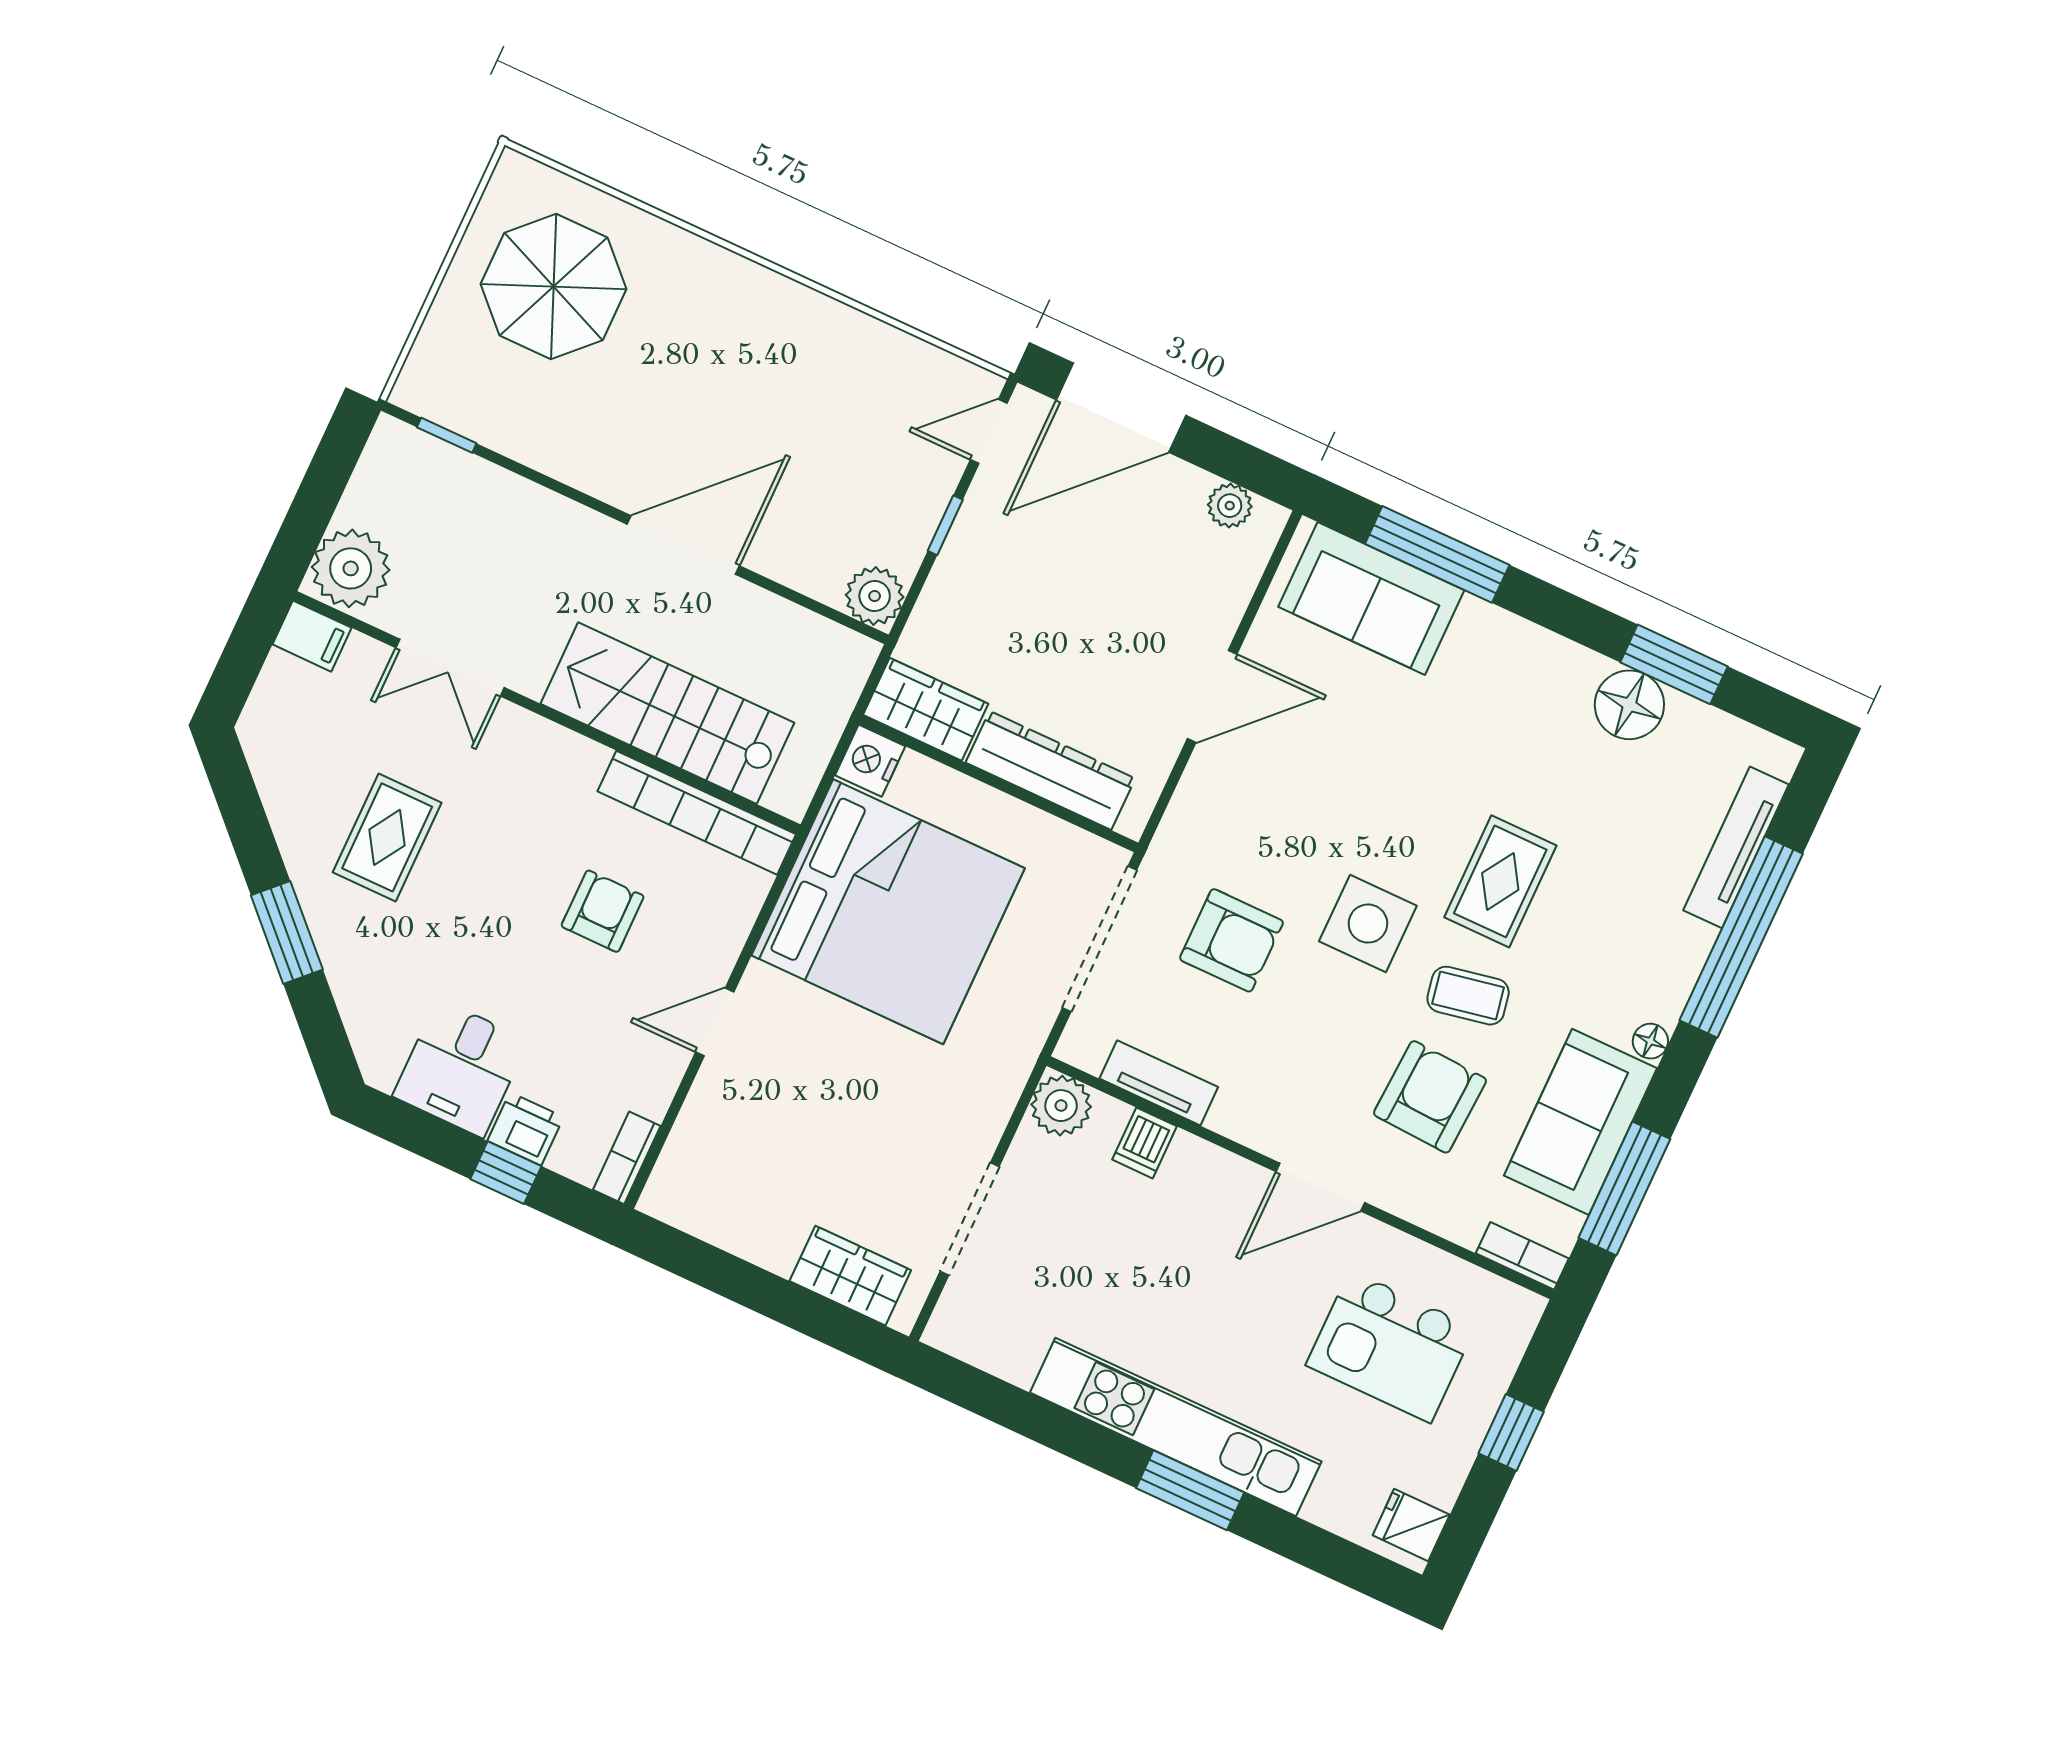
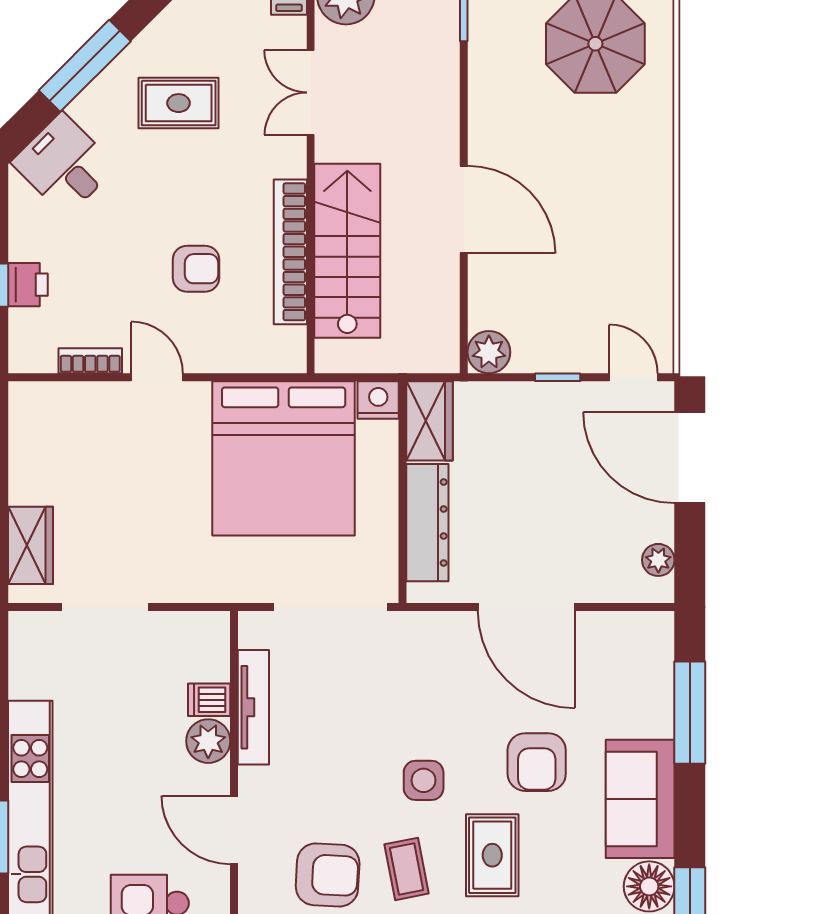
sofa: (1371, 599) -> (640, 799), moved
door: (1212, 696) -> (526, 607), width x1.36
bookcase: (697, 813) -> (290, 252), moved
rug: (1500, 881) -> (492, 855), turned 90
side table: (1368, 924) -> (424, 780), width x0.73, depth x0.73
window: (287, 932) -> (85, 66), width x1.44
armchair: (1231, 940) -> (537, 762), moved
desk: (460, 1068) -> (64, 165), moved, turned 45
tv unit: (1159, 1083) -> (253, 707), width x1.41
plant: (1061, 1106) -> (208, 741), moved
bookcase: (627, 1158) -> (90, 361), moved

